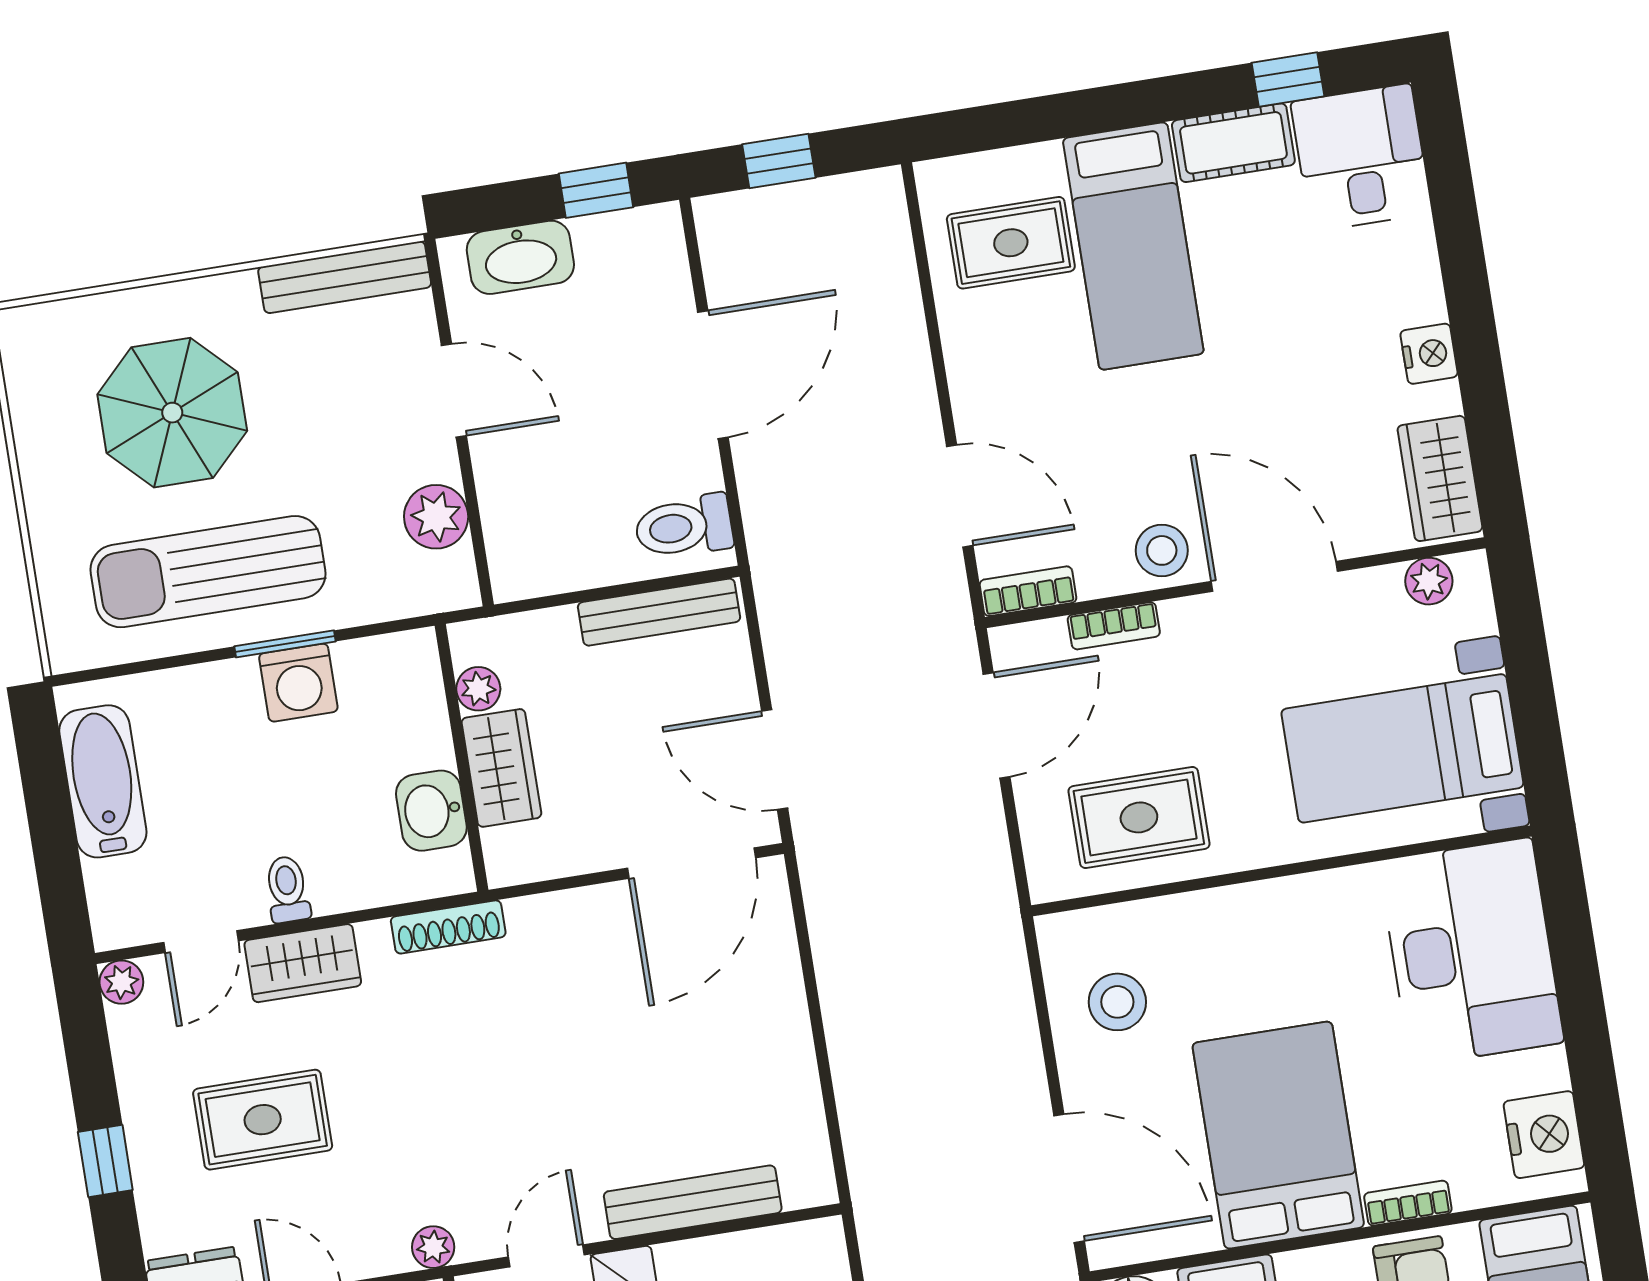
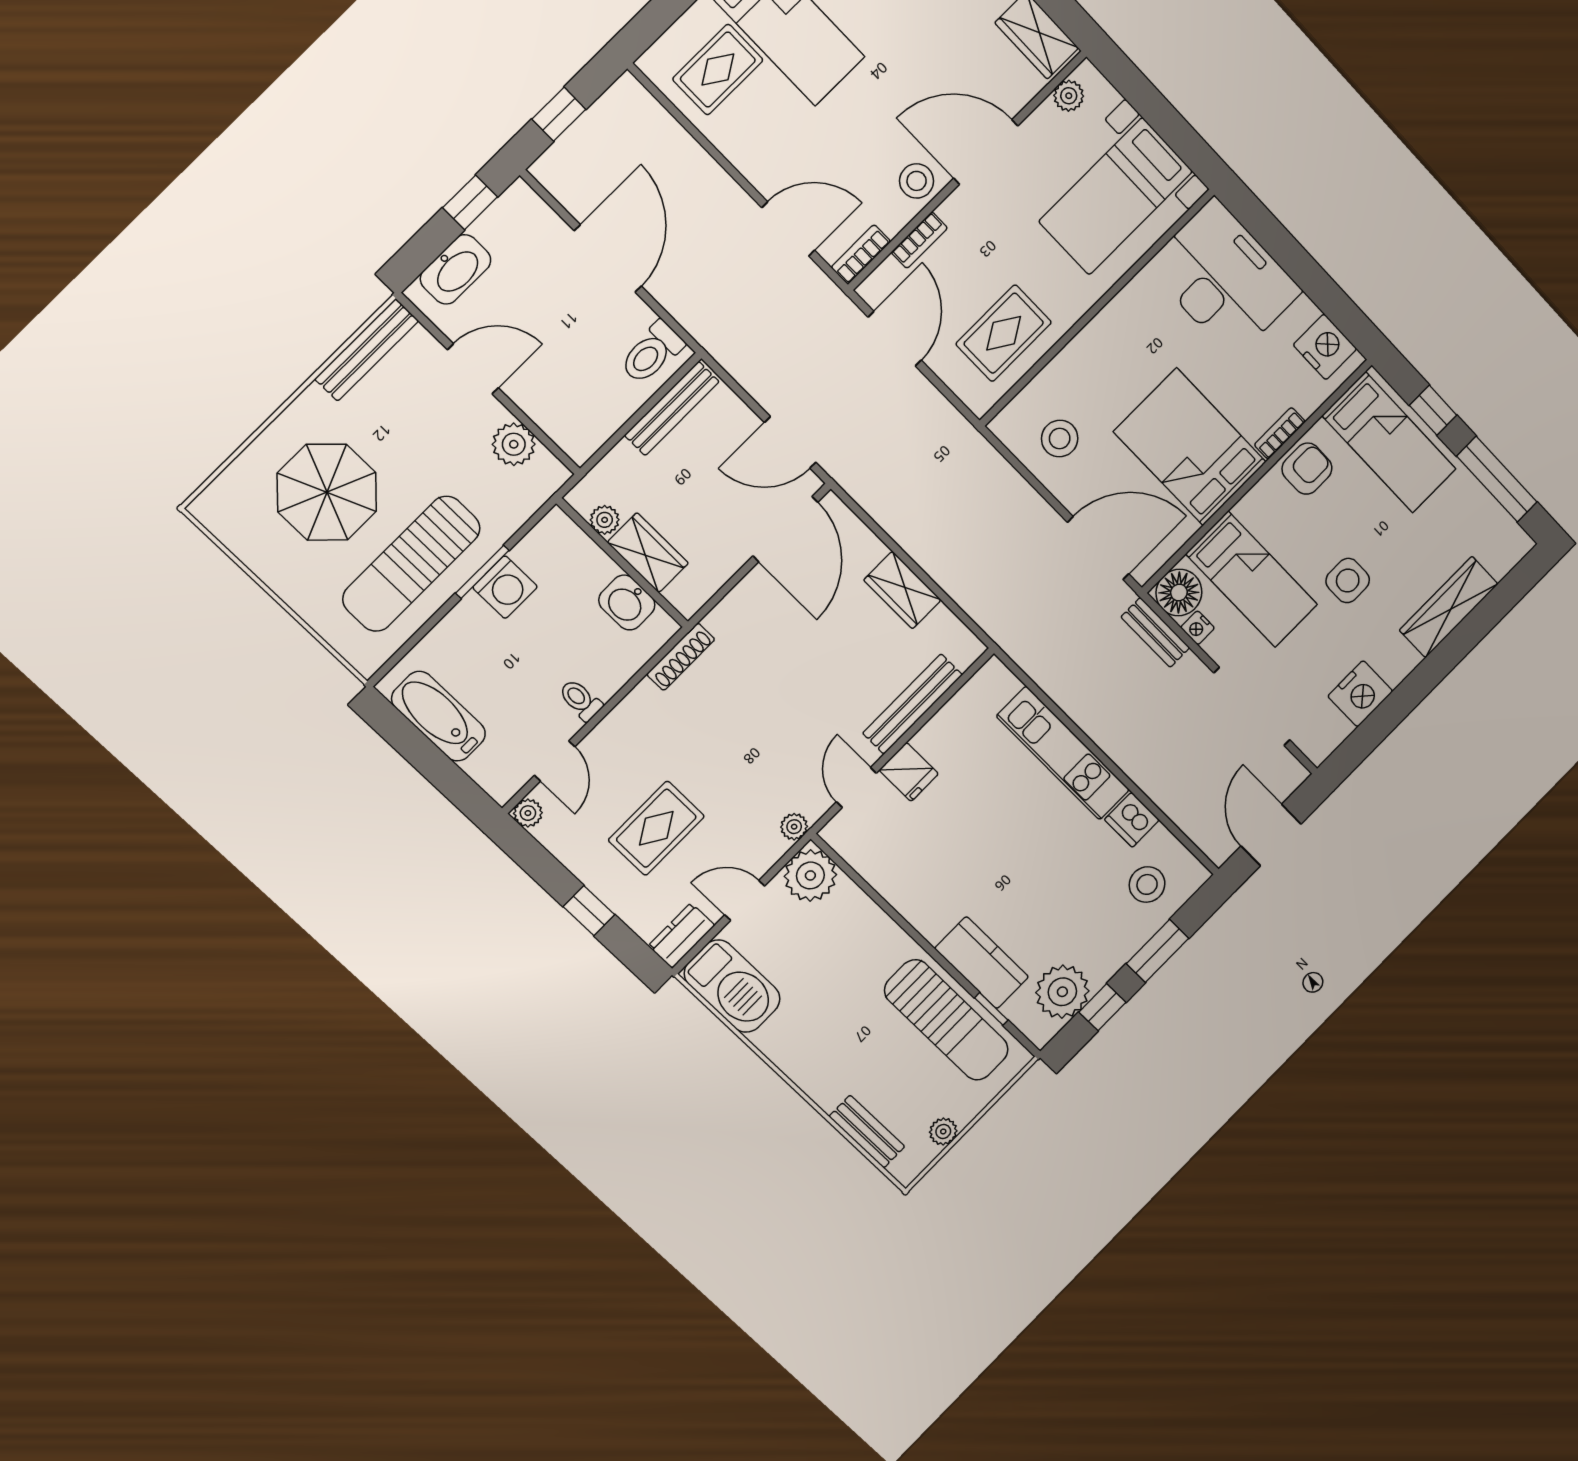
wardrobe: (303, 963) -> (902, 590), moved, turned 90

